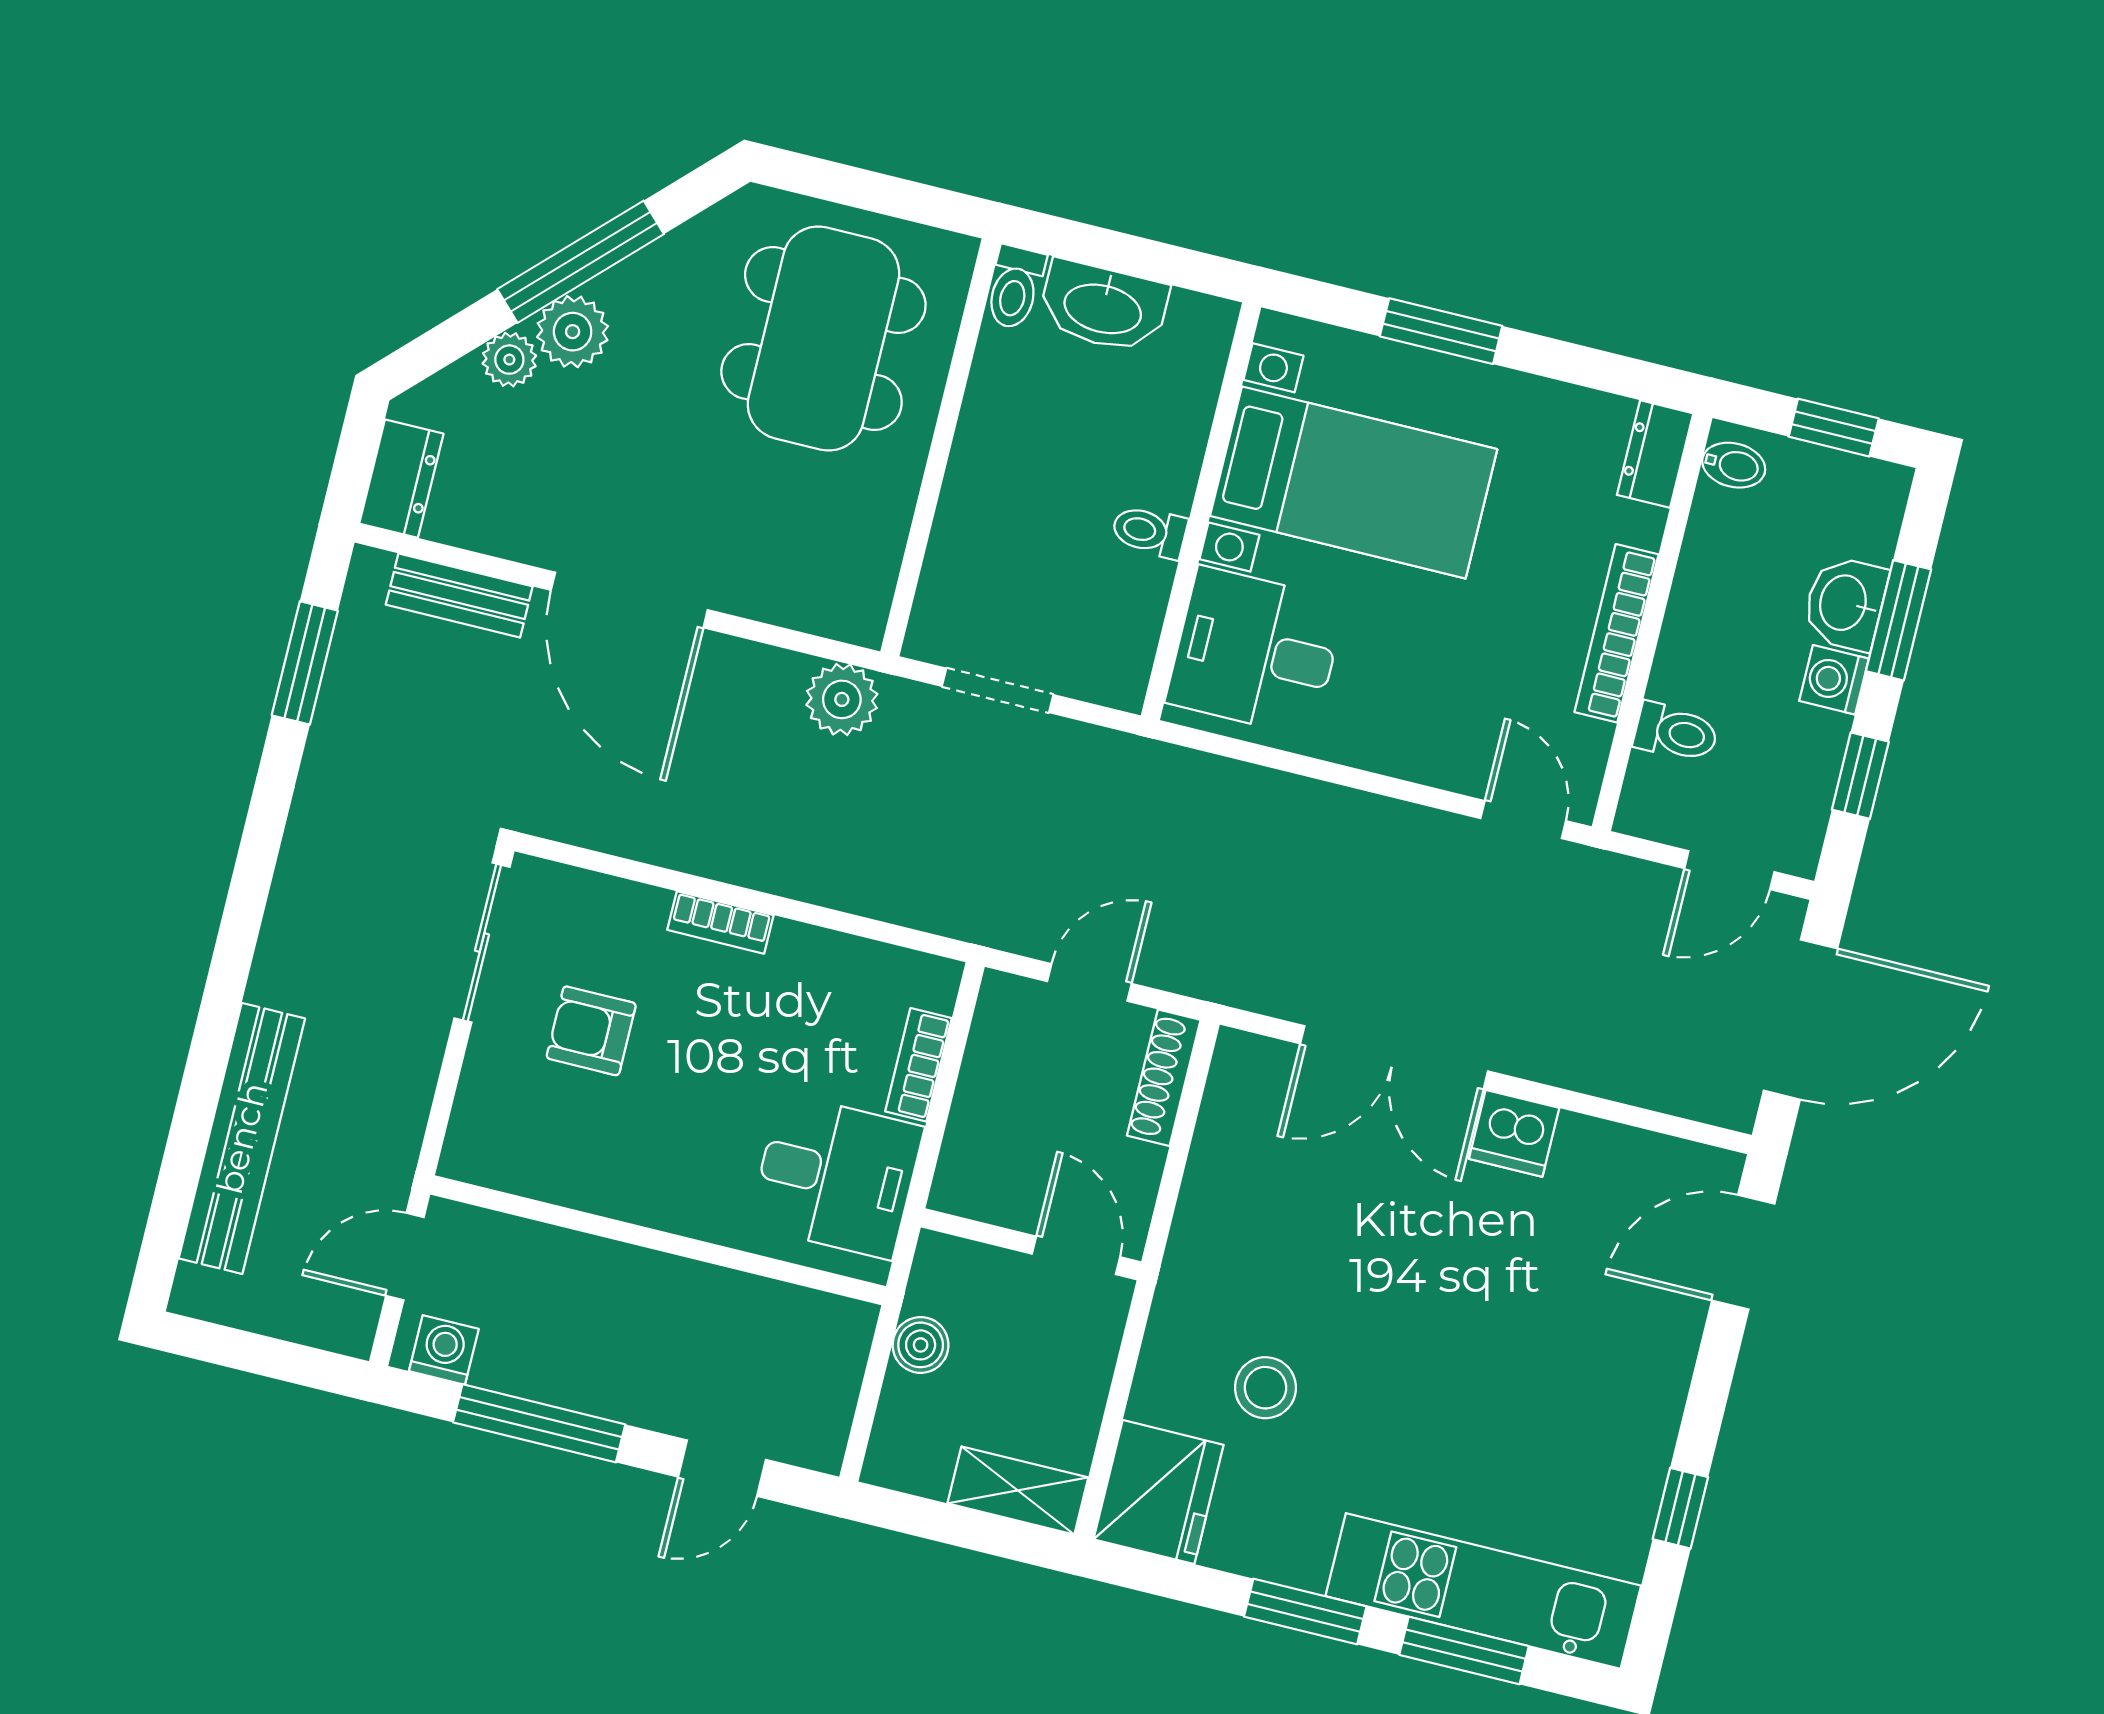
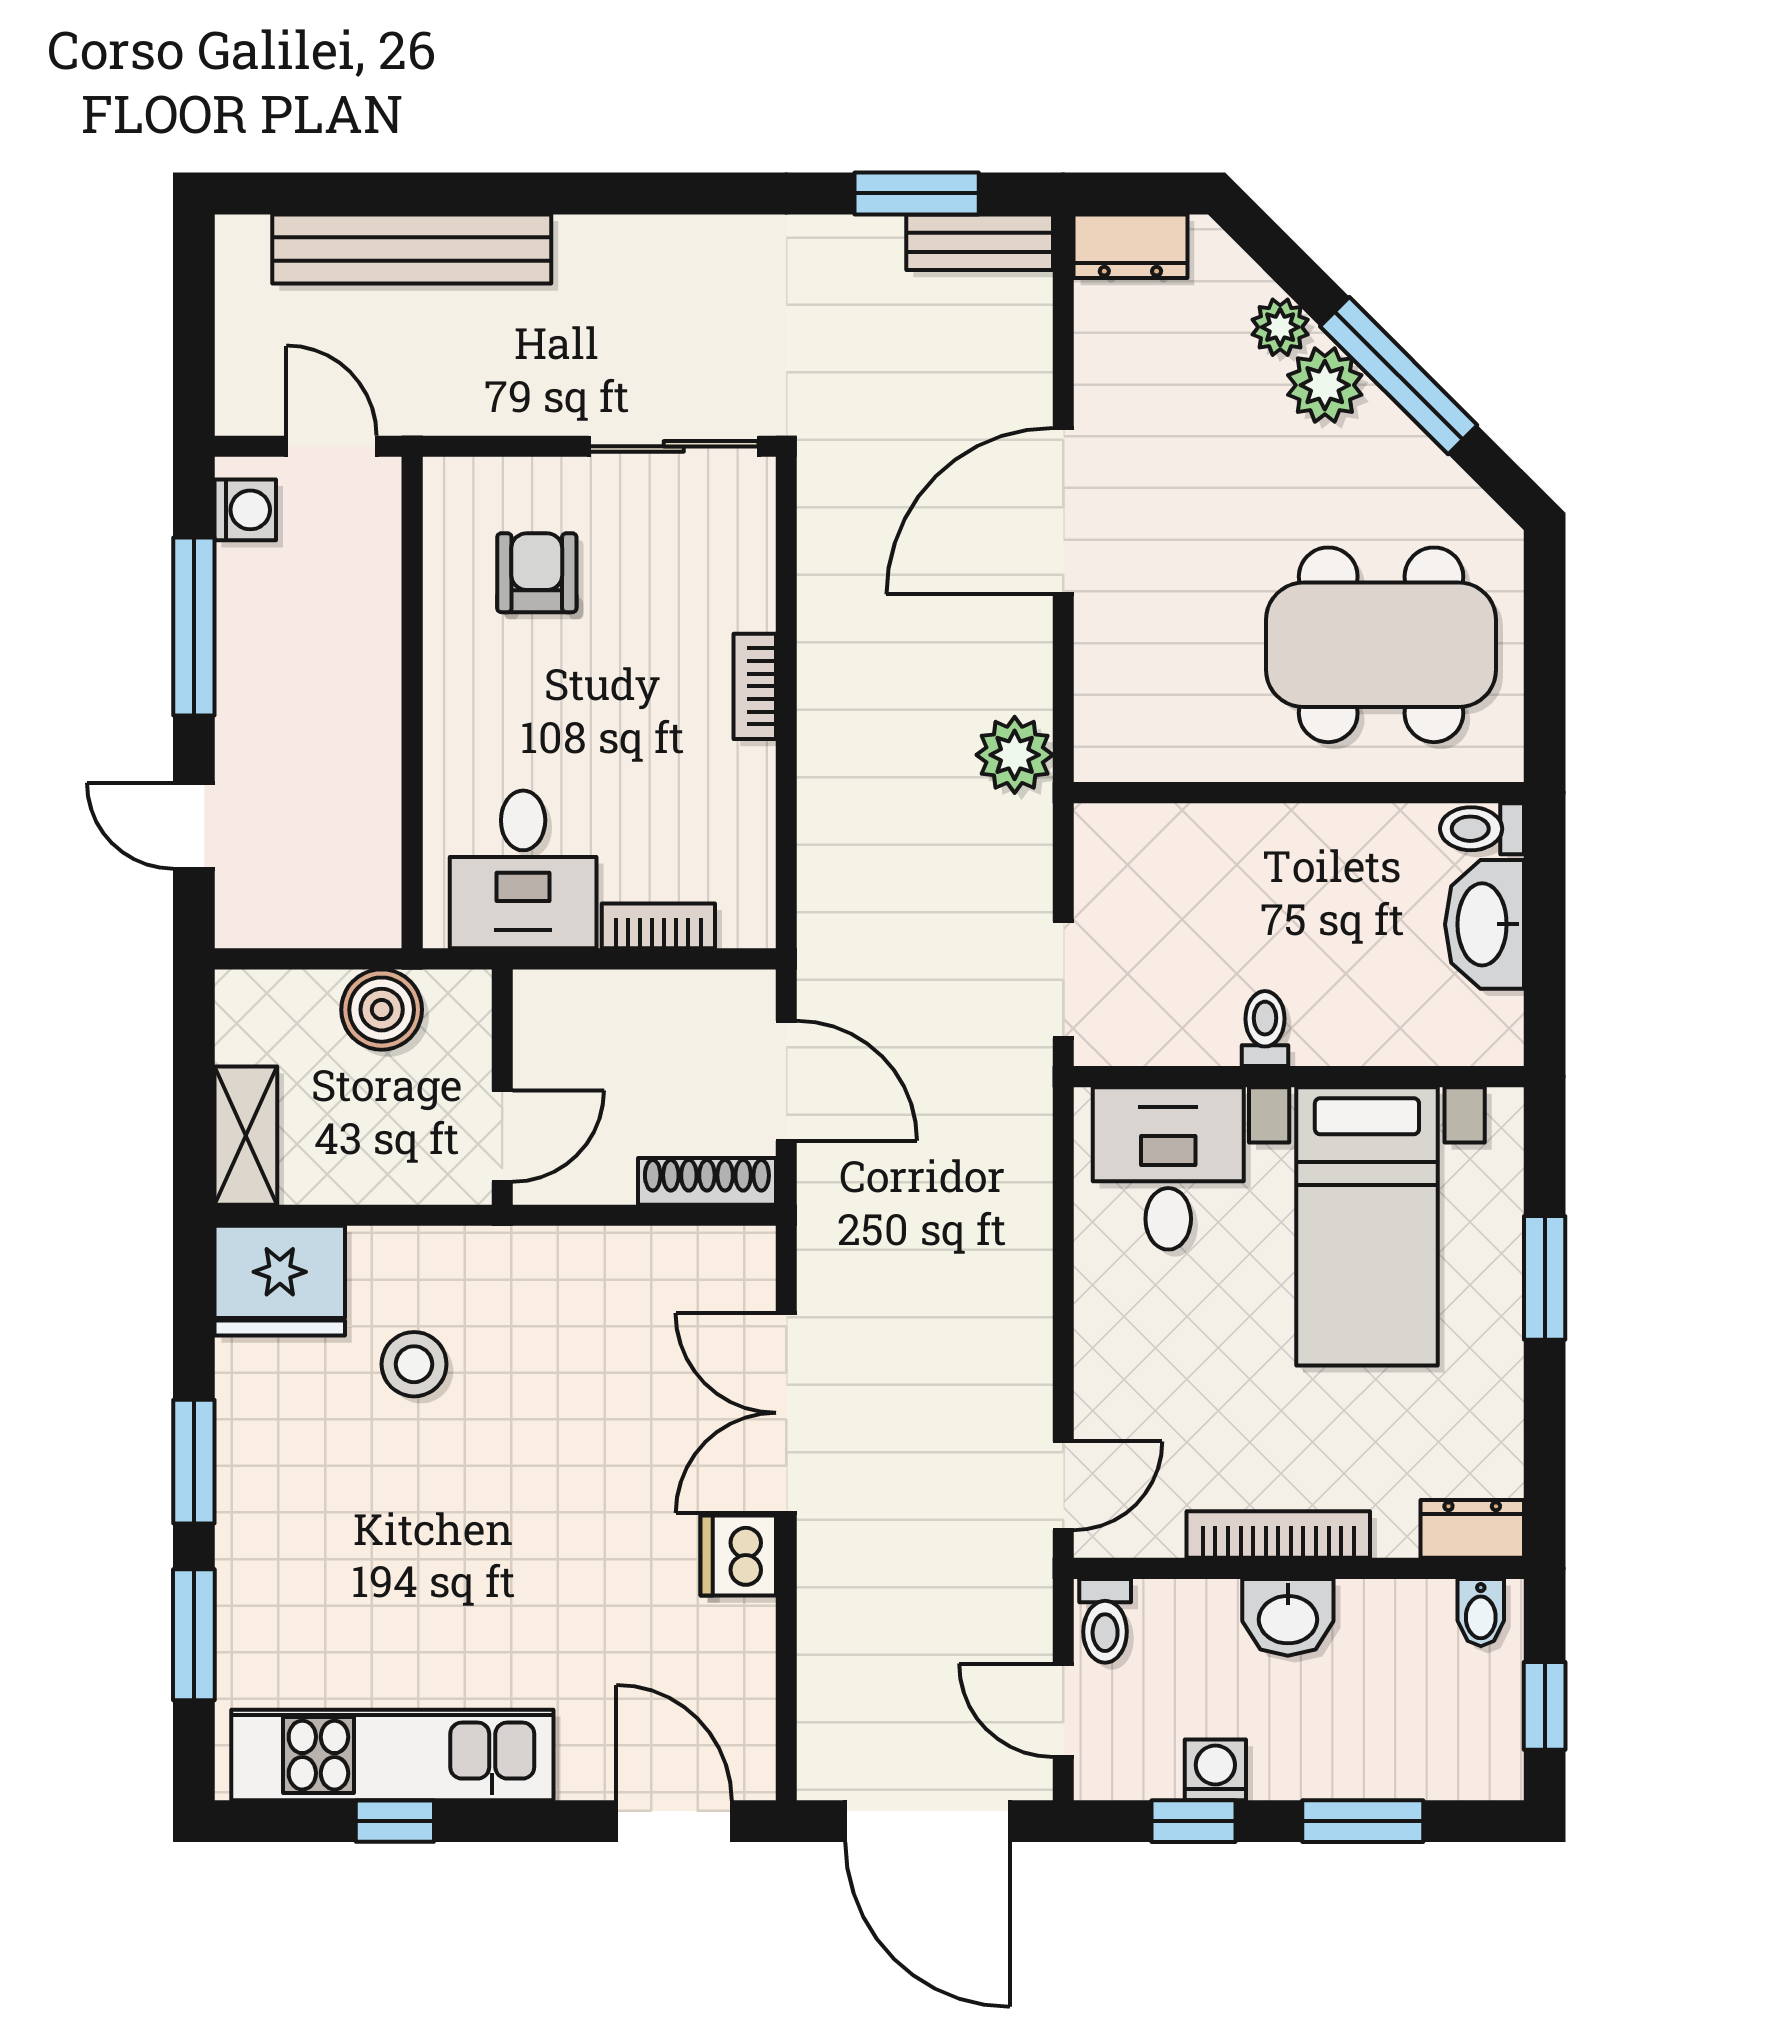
bench: (459, 596) -> (980, 242), moved, turned 90
washbasin: (1845, 603) -> (1288, 1617), moved, turned 180
washing machine: (1834, 680) -> (1215, 1770), moved
doorway: (998, 690) -> (1063, 980), moved
toilet: (1676, 732) -> (1105, 1621), moved
door: (1089, 982) -> (786, 1081), width x1.37
armchair: (591, 1031) -> (537, 573), moved
boiler: (921, 1345) -> (382, 1010), width x1.36, depth x1.36
kitchen unit: (1483, 1591) -> (392, 1755), moved, turned -90

